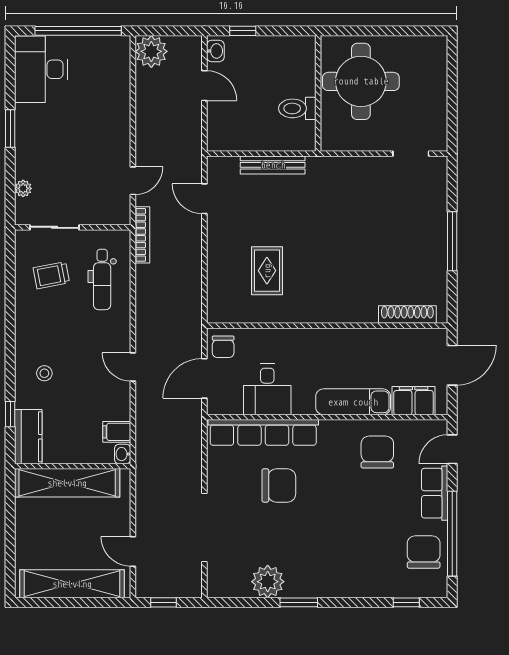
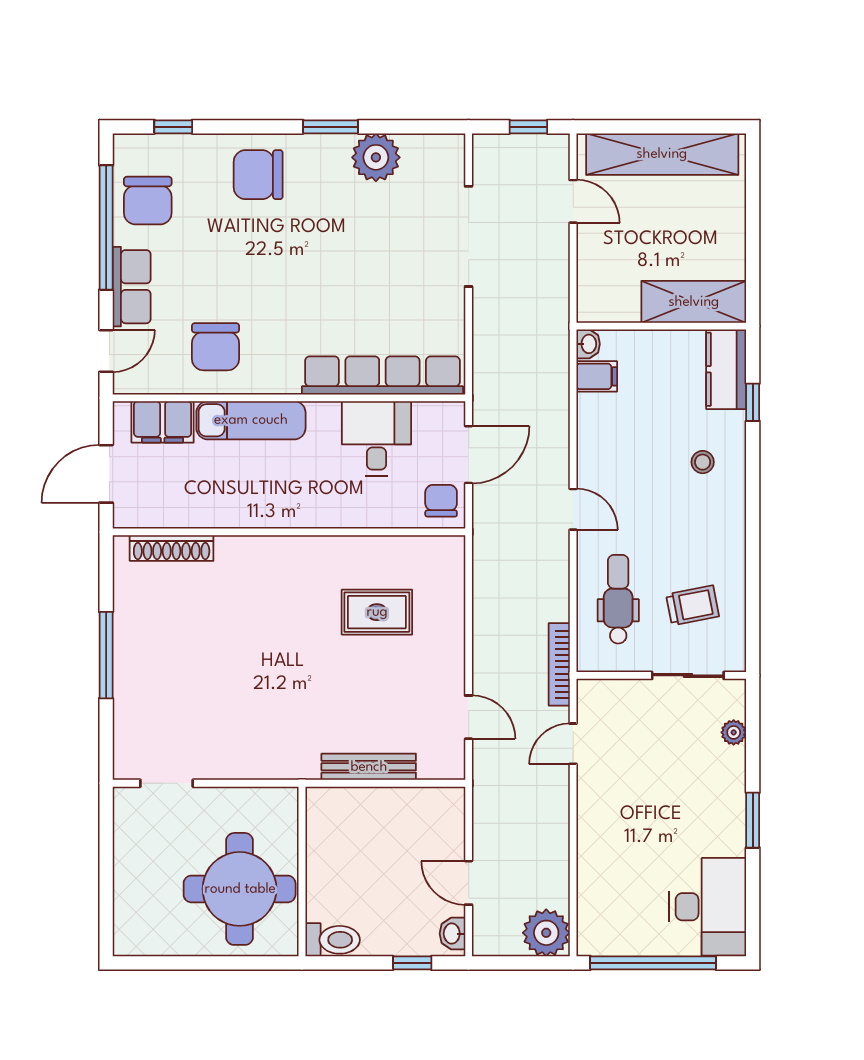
toilet: (297, 108) -> (333, 940), moved
rug: (267, 271) -> (377, 612), turned 90
door: (133, 367) -> (573, 509), moved
shelving: (67, 483) -> (694, 302), width x0.68
chair: (279, 485) -> (258, 175), moved

